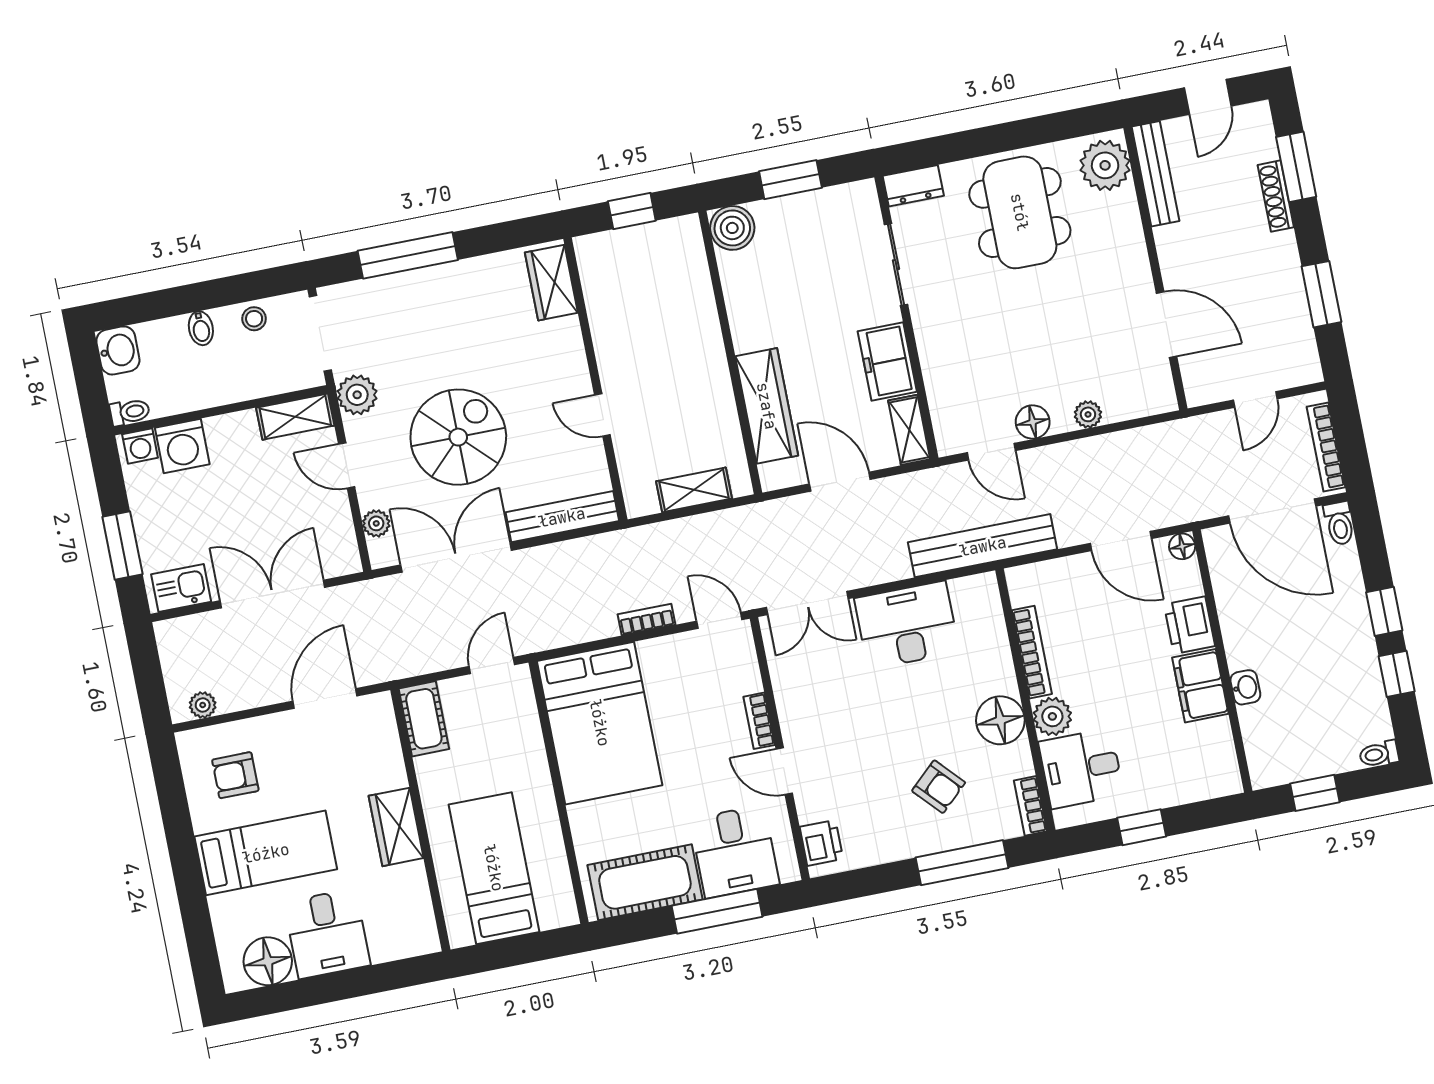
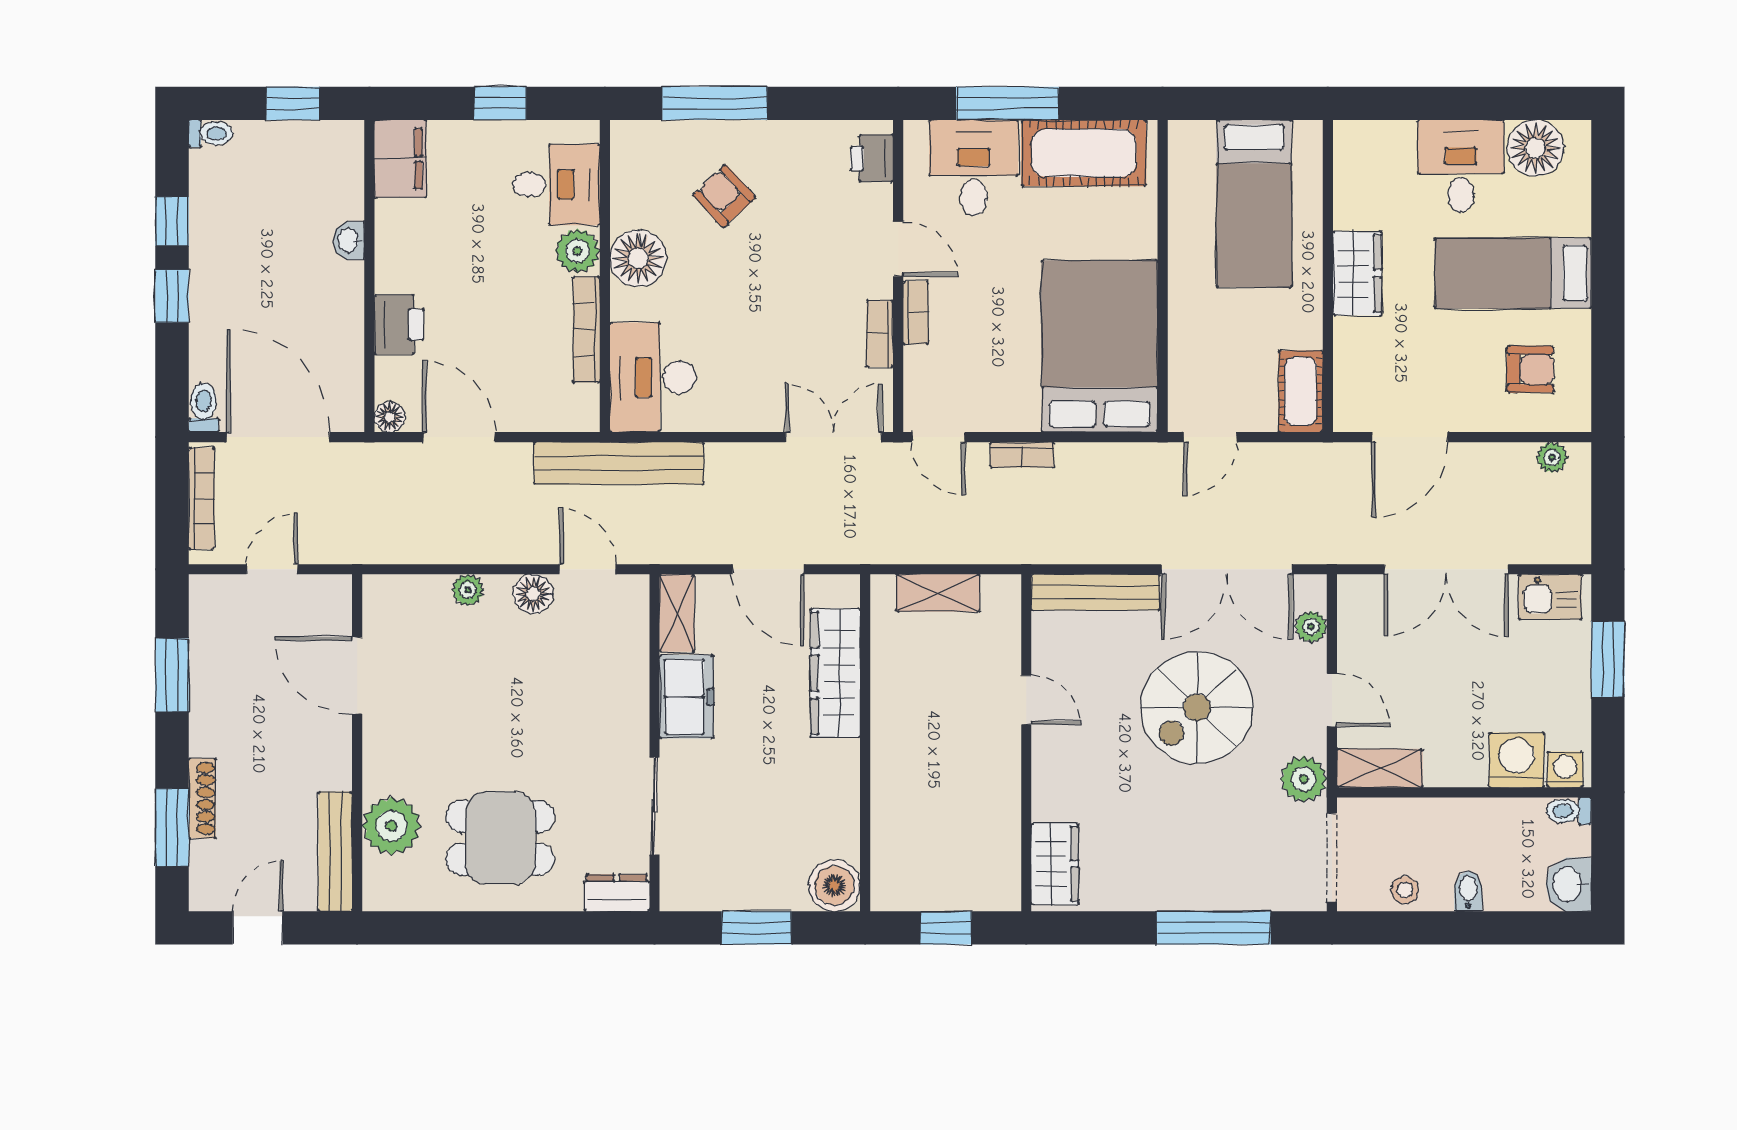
plant: (1105, 165) -> (391, 826), moved
dining table: (1020, 212) -> (500, 838), width x0.73
desk: (907, 625) -> (653, 377), moved, turned 90
filing cabinet: (1200, 686) -> (400, 159), moved
bookcase: (1030, 806) -> (880, 334), moved, turned 180

